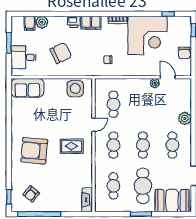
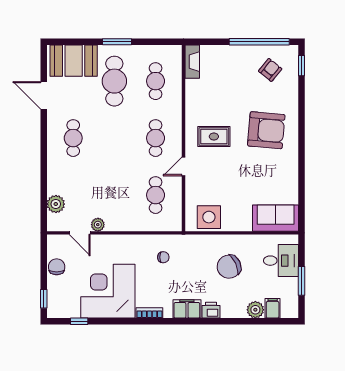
plant: (185, 118) -> (56, 204), moved
cafe table: (143, 145) -> (114, 138), removed

